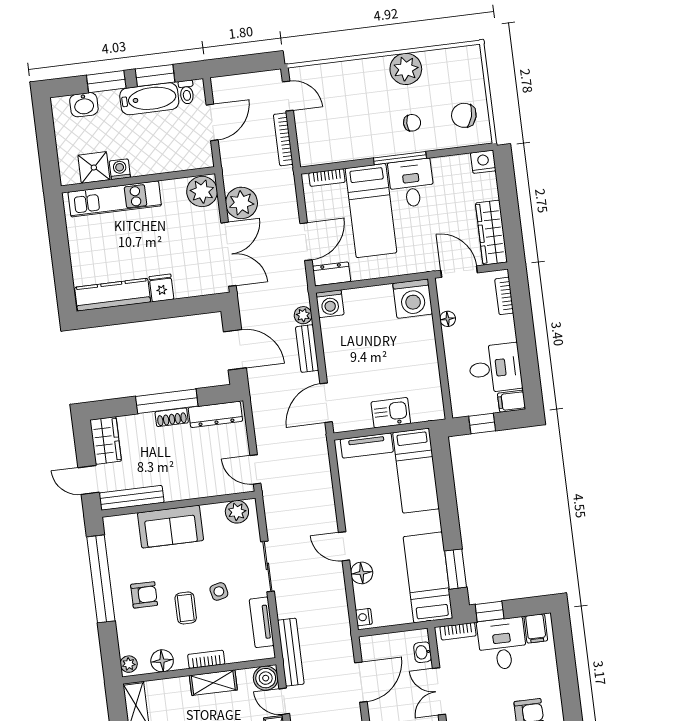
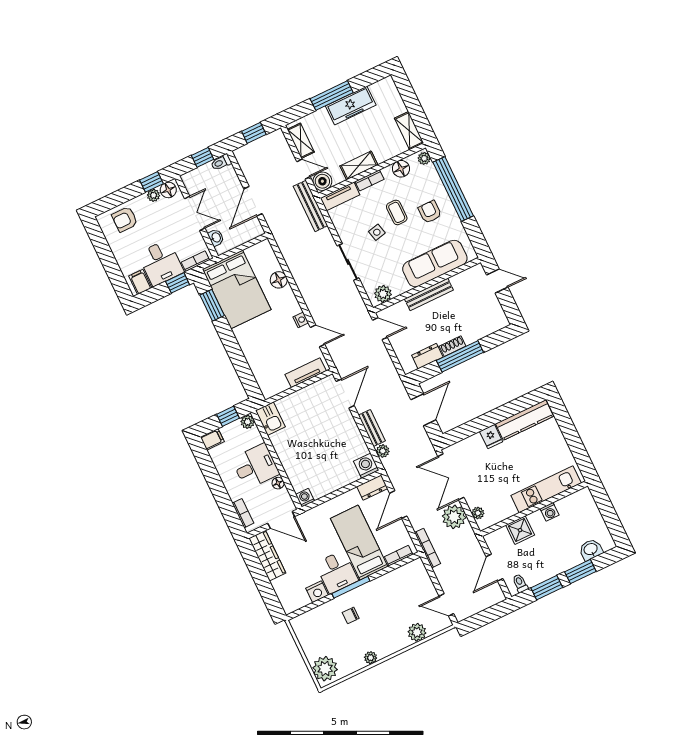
plant: (466, 67) -> (325, 669), added
plant: (406, 69) -> (371, 658), width x0.53, depth x0.53
plant: (336, 74) -> (417, 632), added
bathtub: (149, 99) -> (545, 570), removed
chair: (464, 115) -> (315, 633), removed
bookcase: (283, 139) -> (428, 548), moved
nightstand: (483, 162) -> (317, 592), moved
shower: (94, 167) -> (520, 530), moved
plant: (202, 191) -> (478, 513), width x0.53, depth x0.53
washing machine: (413, 299) -> (305, 498), width x0.53, depth x0.53
door: (235, 350) -> (423, 410), swing flipped
desk: (495, 368) -> (255, 466), moved, turned 180
plant: (460, 408) -> (248, 422), added
kitchen sink: (391, 413) -> (270, 419), moved, turned -90
dresser: (215, 414) -> (427, 356), width x0.70
wardrobe: (106, 440) -> (494, 314), removed
bed: (416, 471) -> (264, 366), removed
bench: (132, 498) -> (429, 294), moved
sofa: (170, 527) -> (435, 264), width x1.36
door: (344, 546) -> (318, 336), moved
bed: (428, 577) -> (237, 289), width x1.50
window: (101, 579) -> (453, 189), moved
armchair: (144, 595) -> (430, 212), turned 90
nightstand: (364, 617) -> (301, 320), moved
tv unit: (262, 622) -> (340, 196), moved, turned 90

